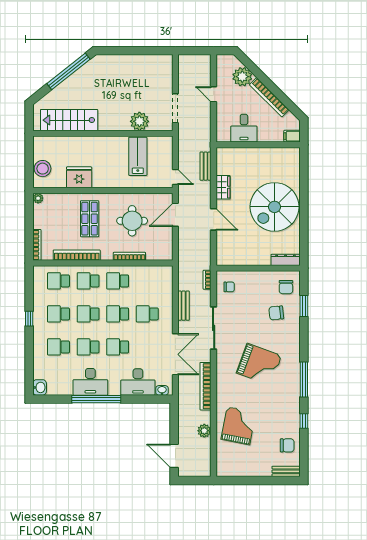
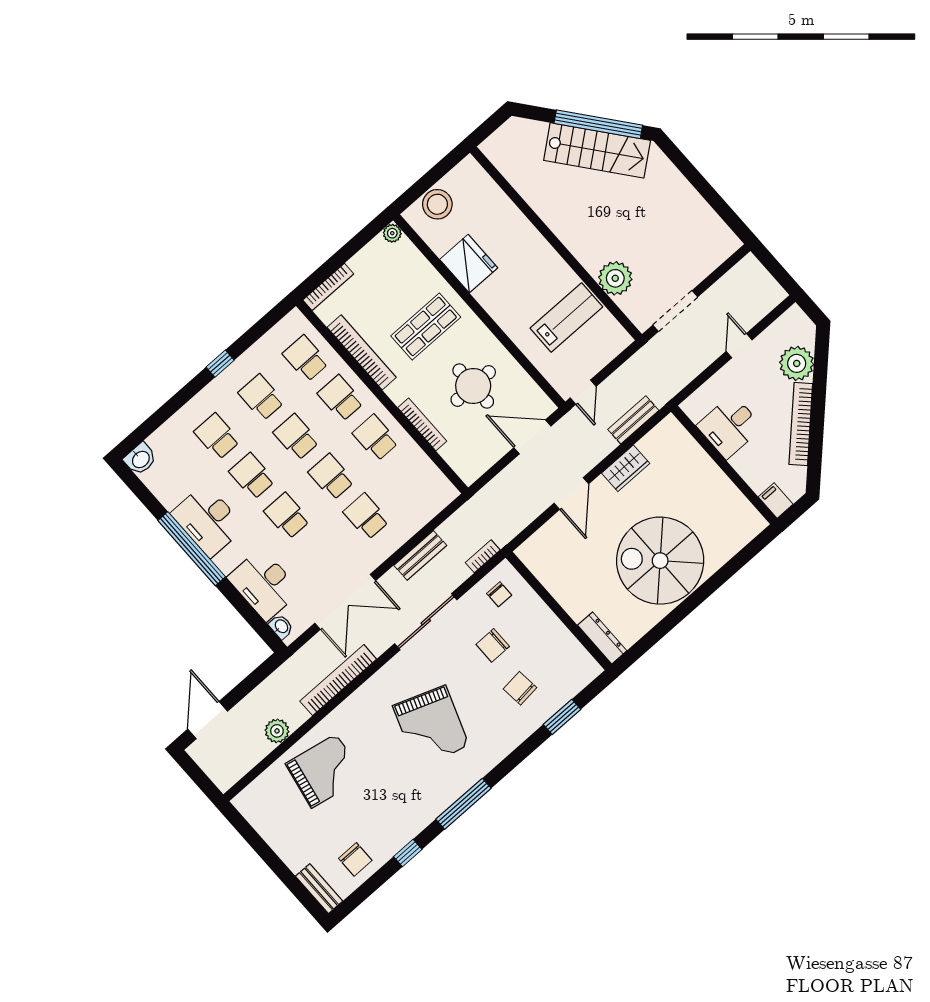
stairs: (69, 120) -> (597, 150), moved, turned 141
chair: (286, 287) -> (493, 645), moved

